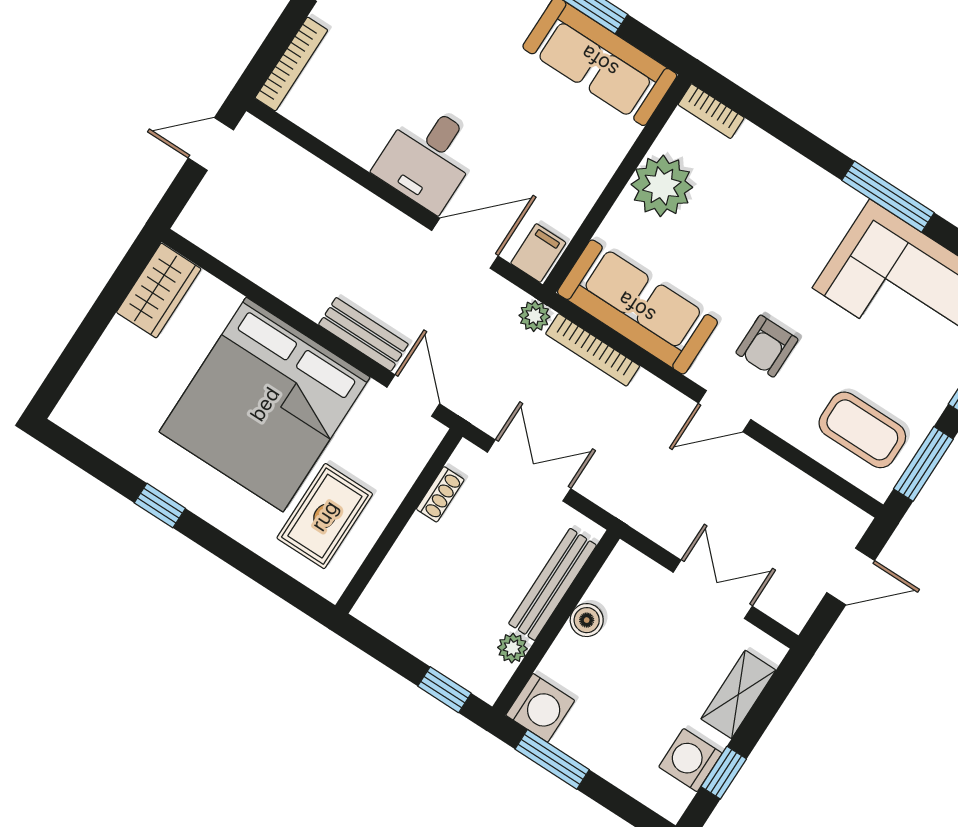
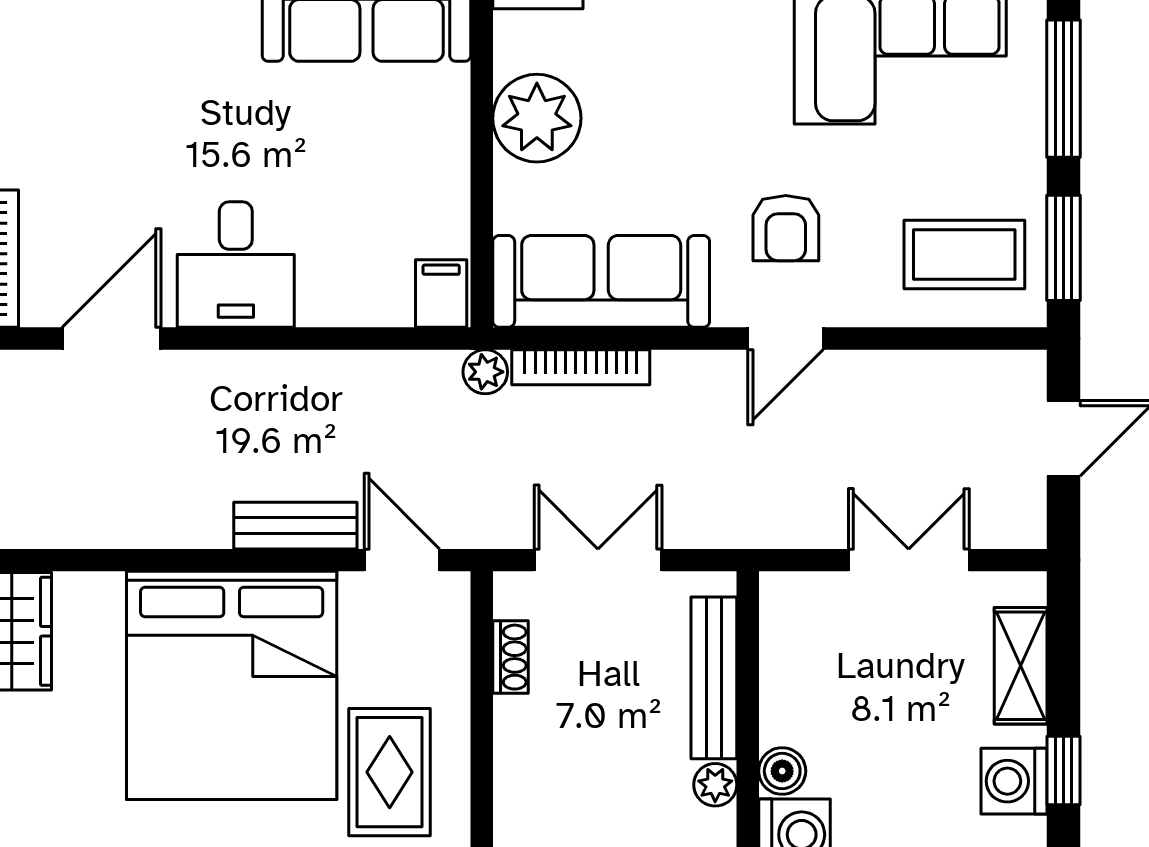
door: (465, 243) -> (112, 339), moved
boiler: (587, 620) -> (782, 771), moved

